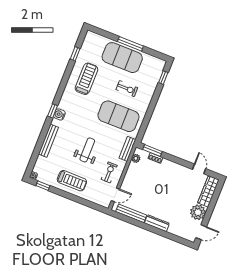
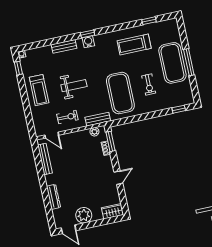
treadmill: (86, 79) -> (134, 45), turned 180
bench: (48, 141) -> (64, 46), width x0.73
door: (199, 169) -> (118, 178), moved
wardrobe: (208, 191) -> (112, 211), width x0.67
dresser: (157, 223) -> (53, 197), moved

